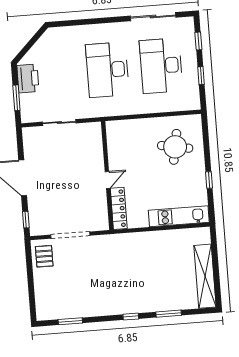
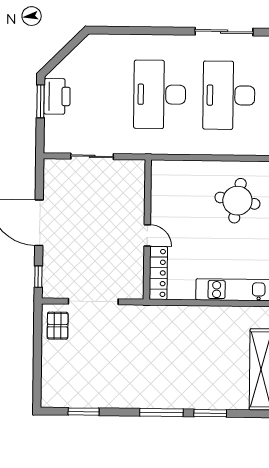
window: (16, 98) -> (40, 101), moved
door: (108, 180) -> (147, 235), hinge flipped
window: (131, 317) -> (161, 413), width x2.17

